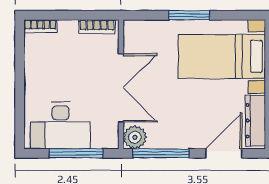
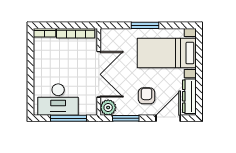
bookcase: (97, 27) -> (76, 33), width x1.56
armchair: (192, 120) -> (146, 96), added
window: (161, 153) -> (126, 118), width x0.69

